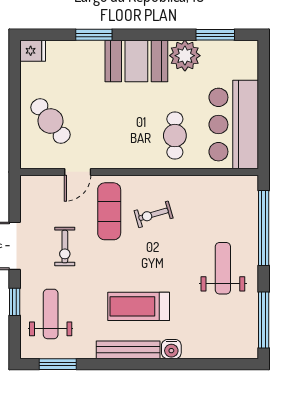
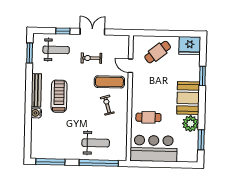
fridge: (33, 51) -> (190, 46), width x1.88, depth x1.34
weight bench: (223, 268) -> (96, 143), moved

